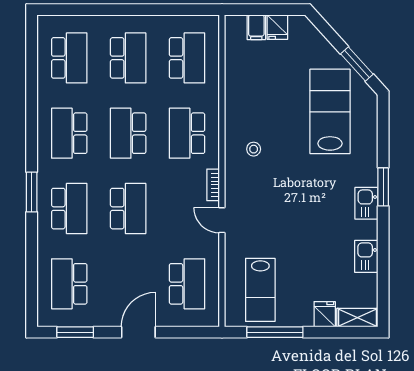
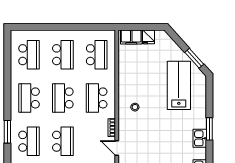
filing cabinet: (256, 27) -> (131, 37), width x2.00

